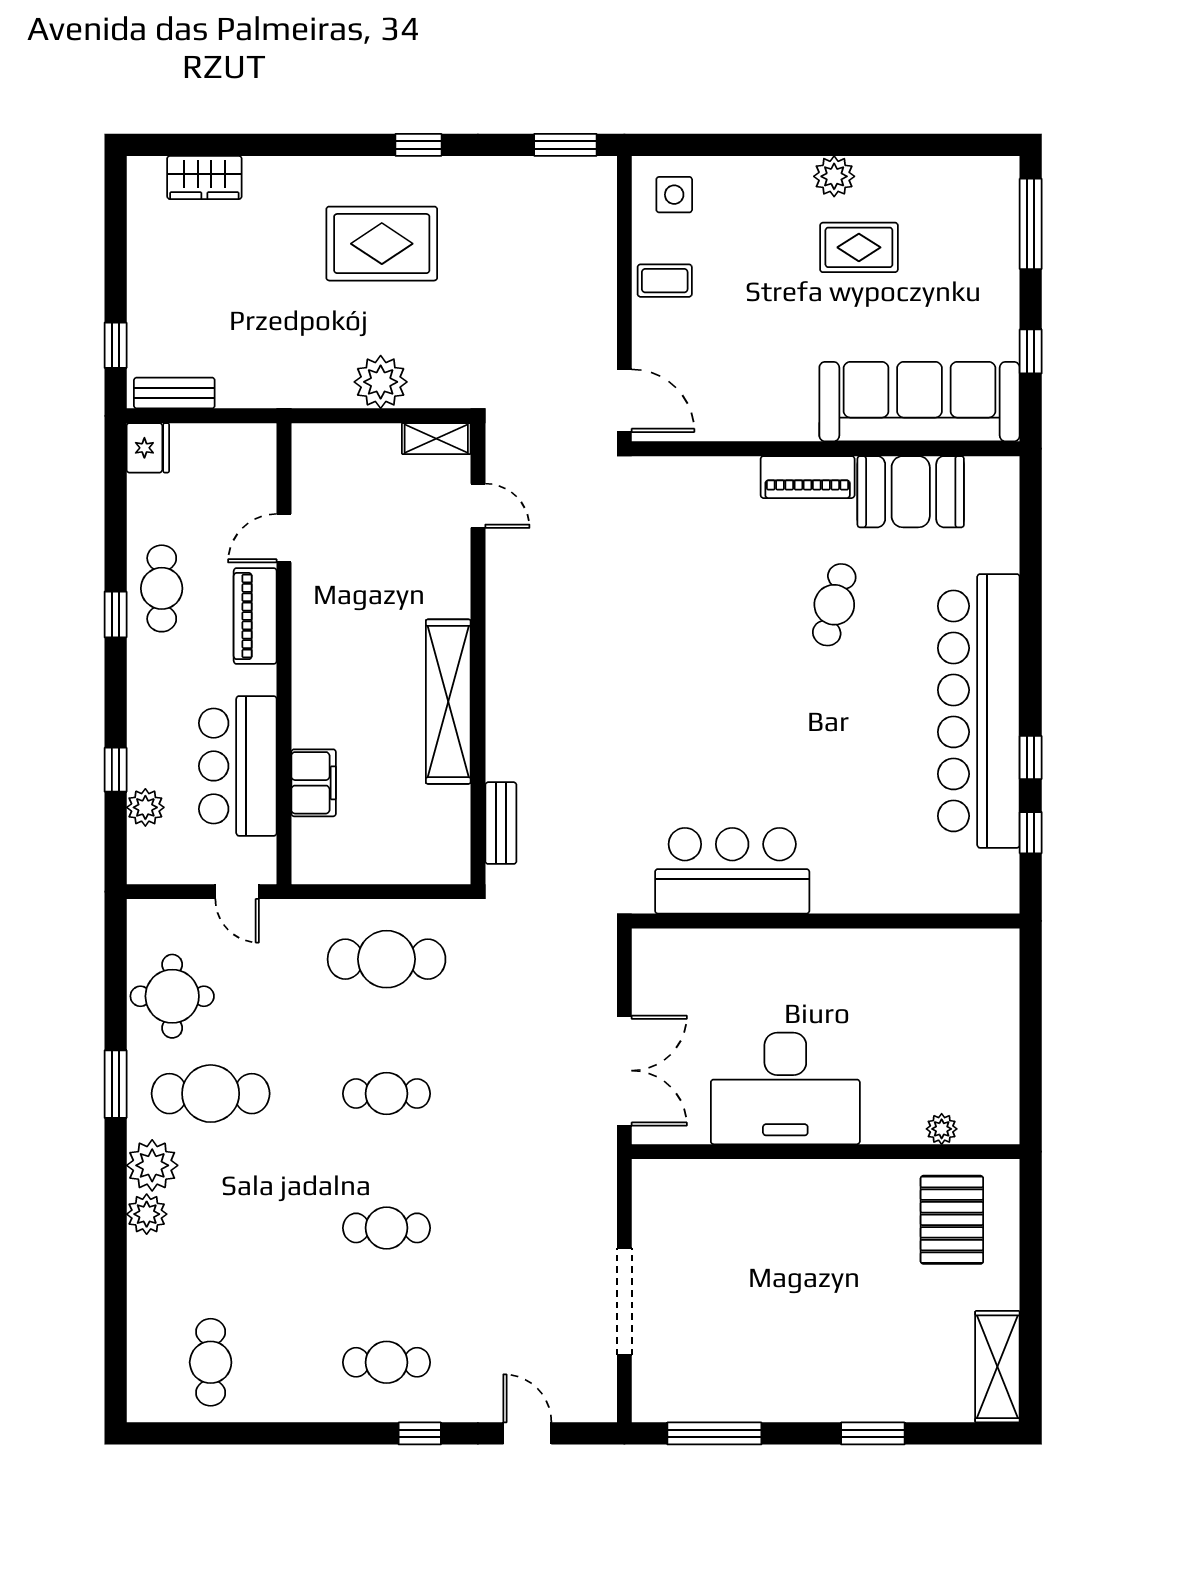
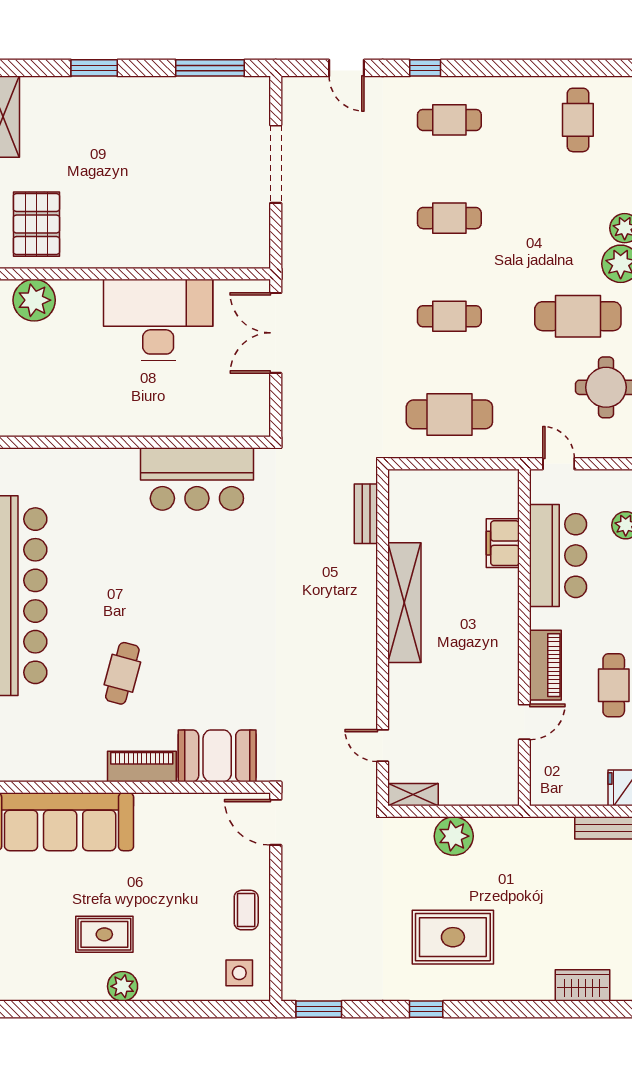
coffee table: (665, 281) -> (246, 910), turned 90
booth: (911, 492) -> (217, 756), moved
plant: (942, 1129) -> (34, 300), width x1.87, depth x1.87

